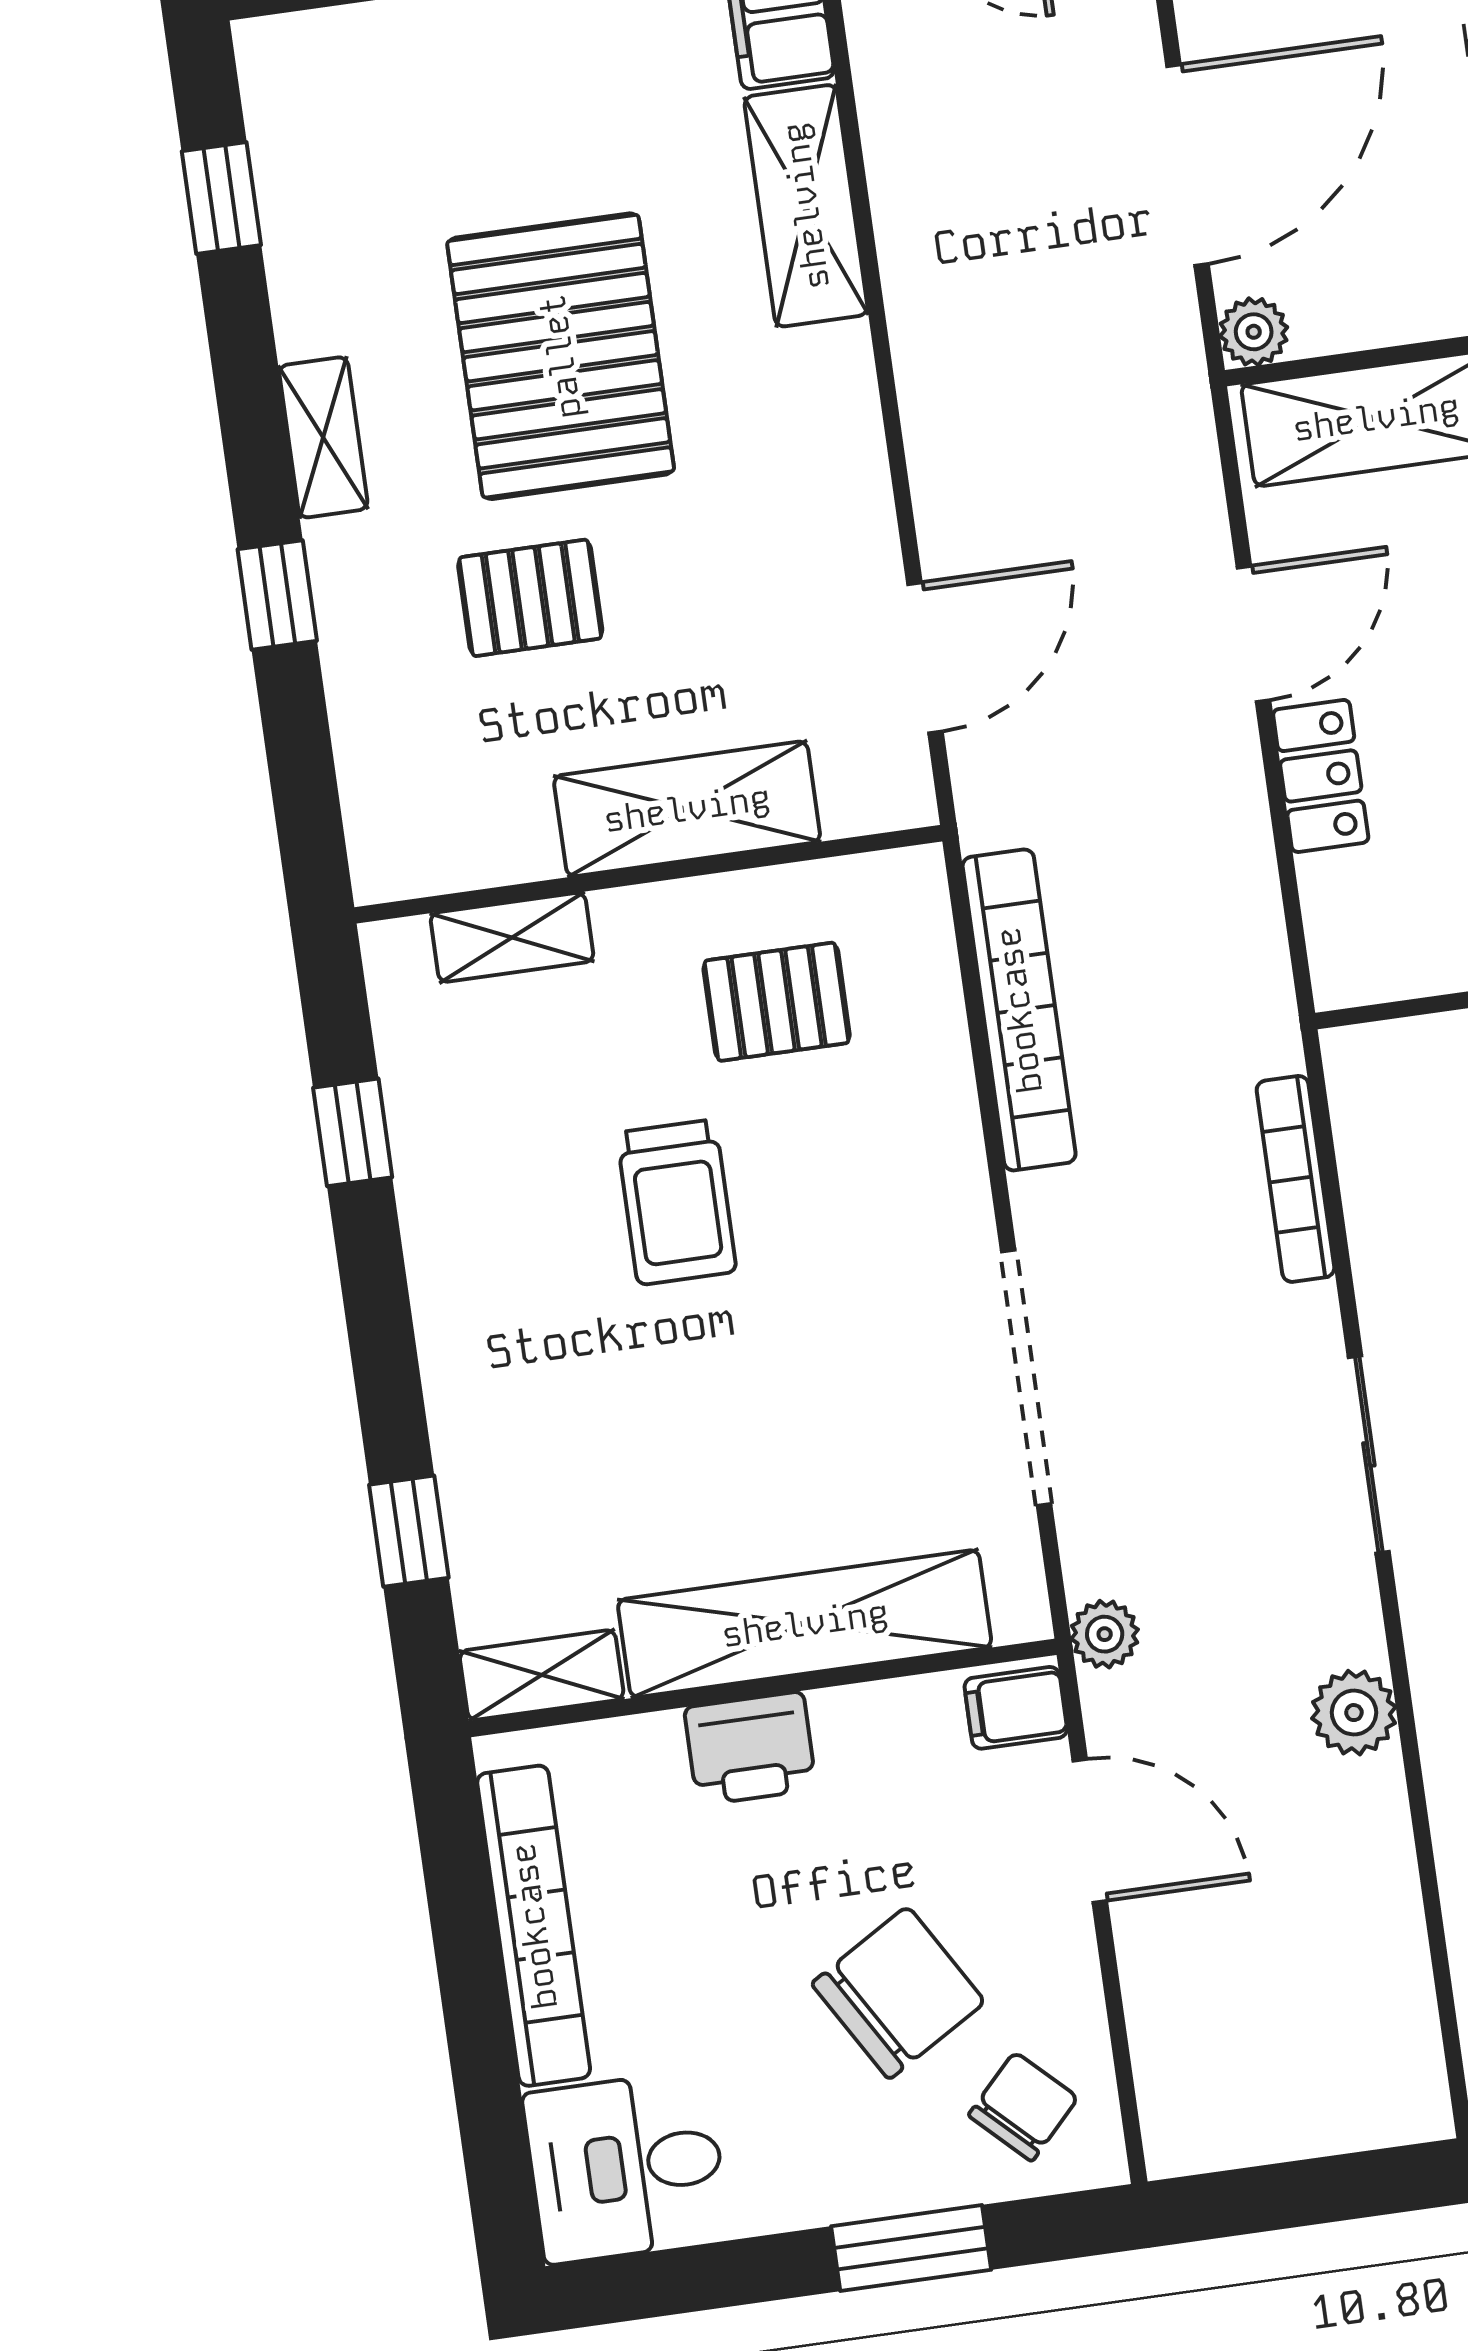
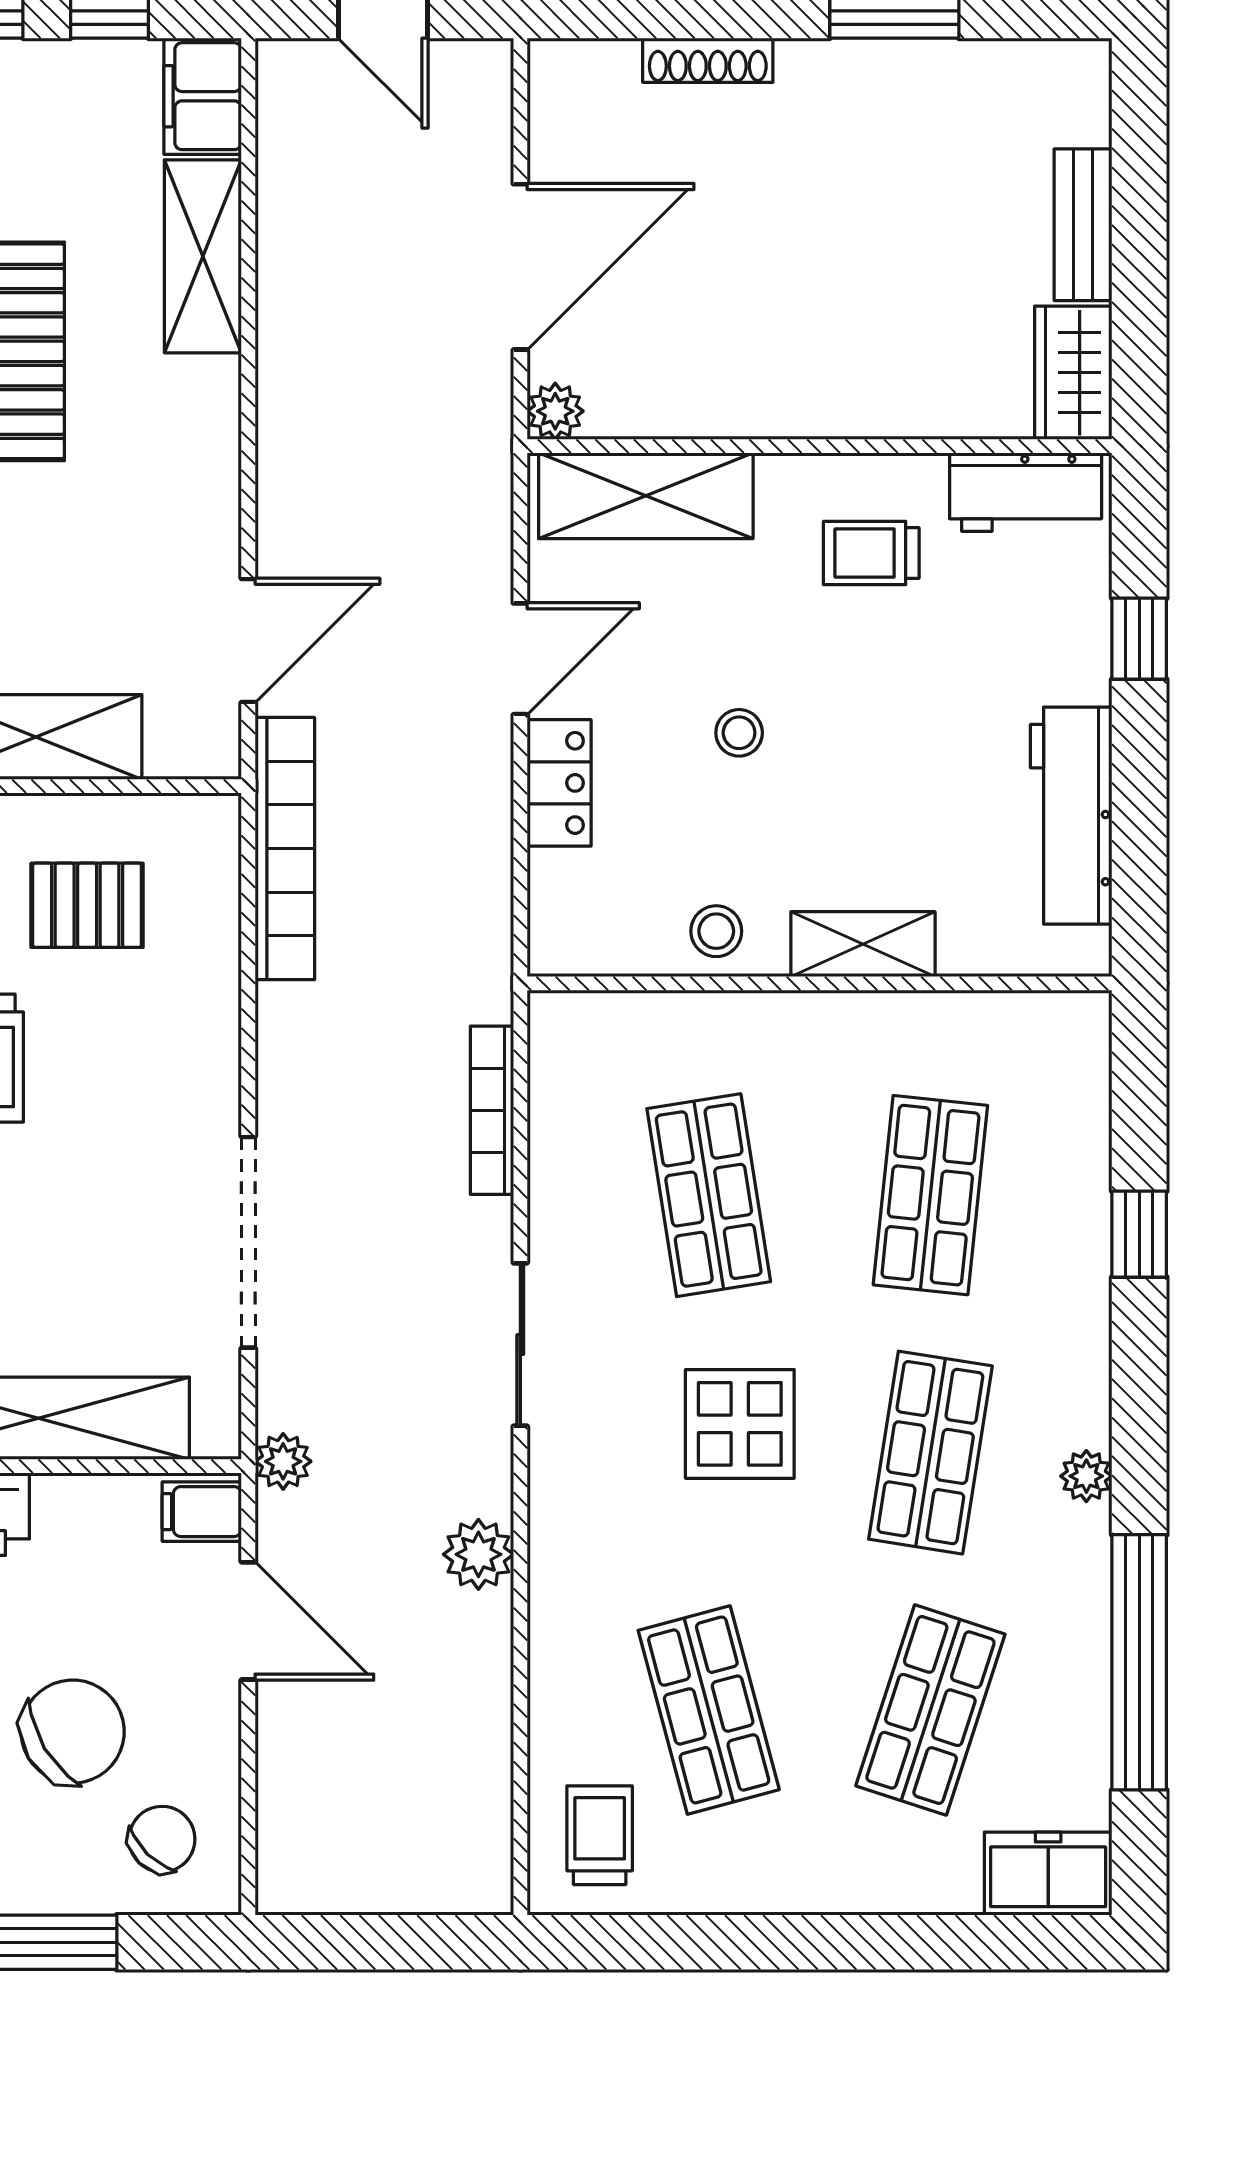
bookcase: (1019, 1010) -> (285, 849), moved

